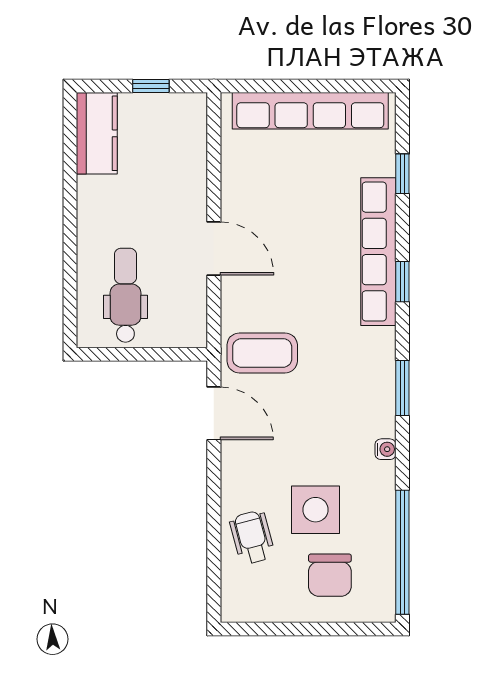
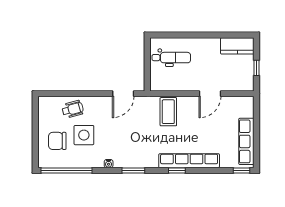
row of seats: (310, 111) -> (246, 141), width x0.73
window: (402, 174) -> (242, 170), moved
door: (214, 248) -> (210, 94), moved
coffee table: (262, 353) -> (168, 112), moved

